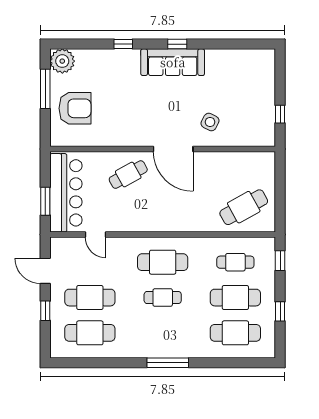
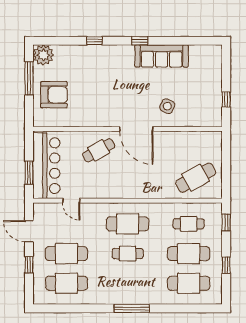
sofa: (173, 62) -> (162, 56), moved

